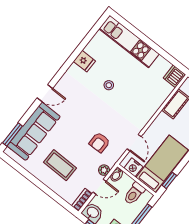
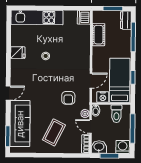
door: (134, 143) -> (91, 81), hinge flipped
coffee table: (60, 165) -> (54, 132), turned -64
window: (169, 180) -> (133, 77), moved
door: (100, 187) -> (91, 127), swing flipped

